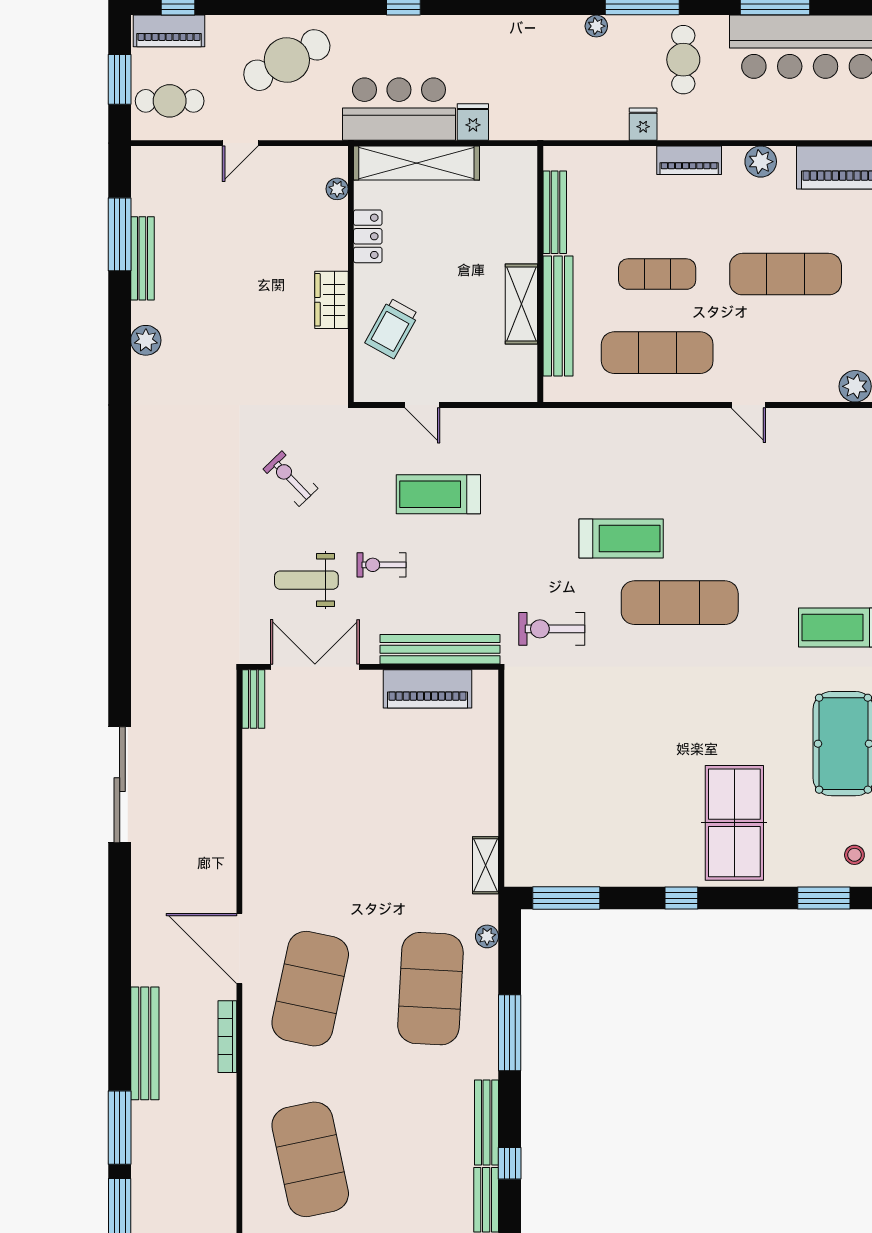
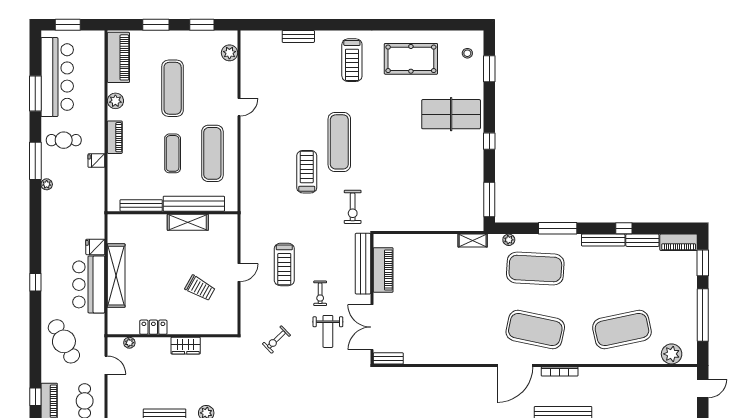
plant: (337, 189) -> (129, 343), moved
locker: (368, 236) -> (153, 327), moved
wall: (351, 274) -> (173, 336), moved
wardrobe: (331, 300) -> (186, 346), moved

